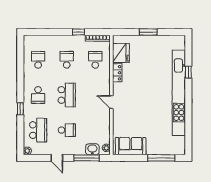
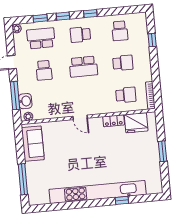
window: (79, 32) -> (152, 40), moved
school desk: (38, 60) -> (120, 31), turned 90
window: (20, 84) -> (90, 14), added
door: (111, 102) -> (80, 117), swing flipped
window: (20, 129) -> (40, 18), added
school desk: (38, 130) -> (41, 38), turned 180

